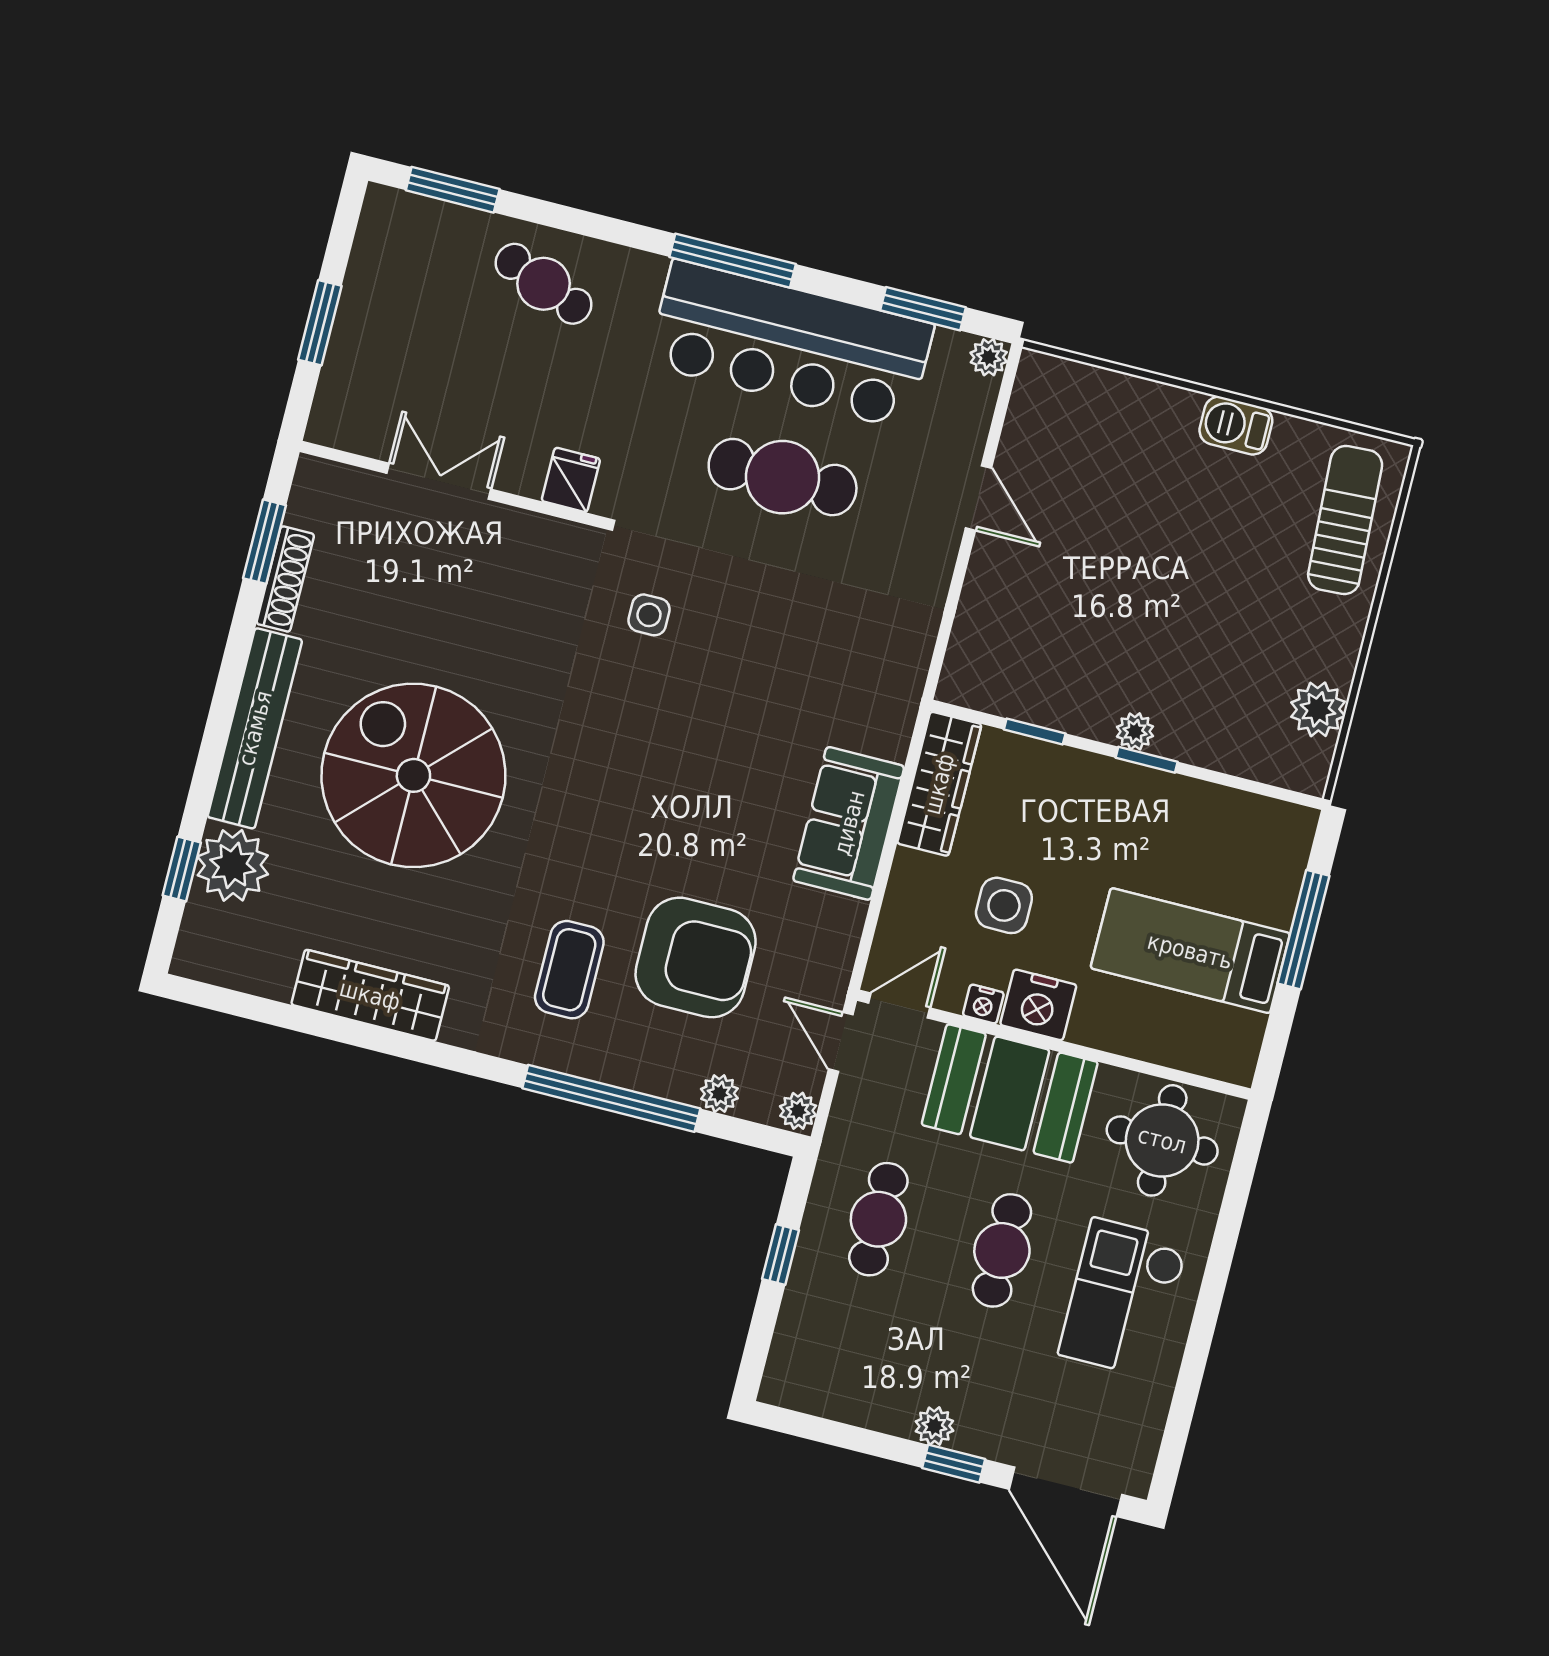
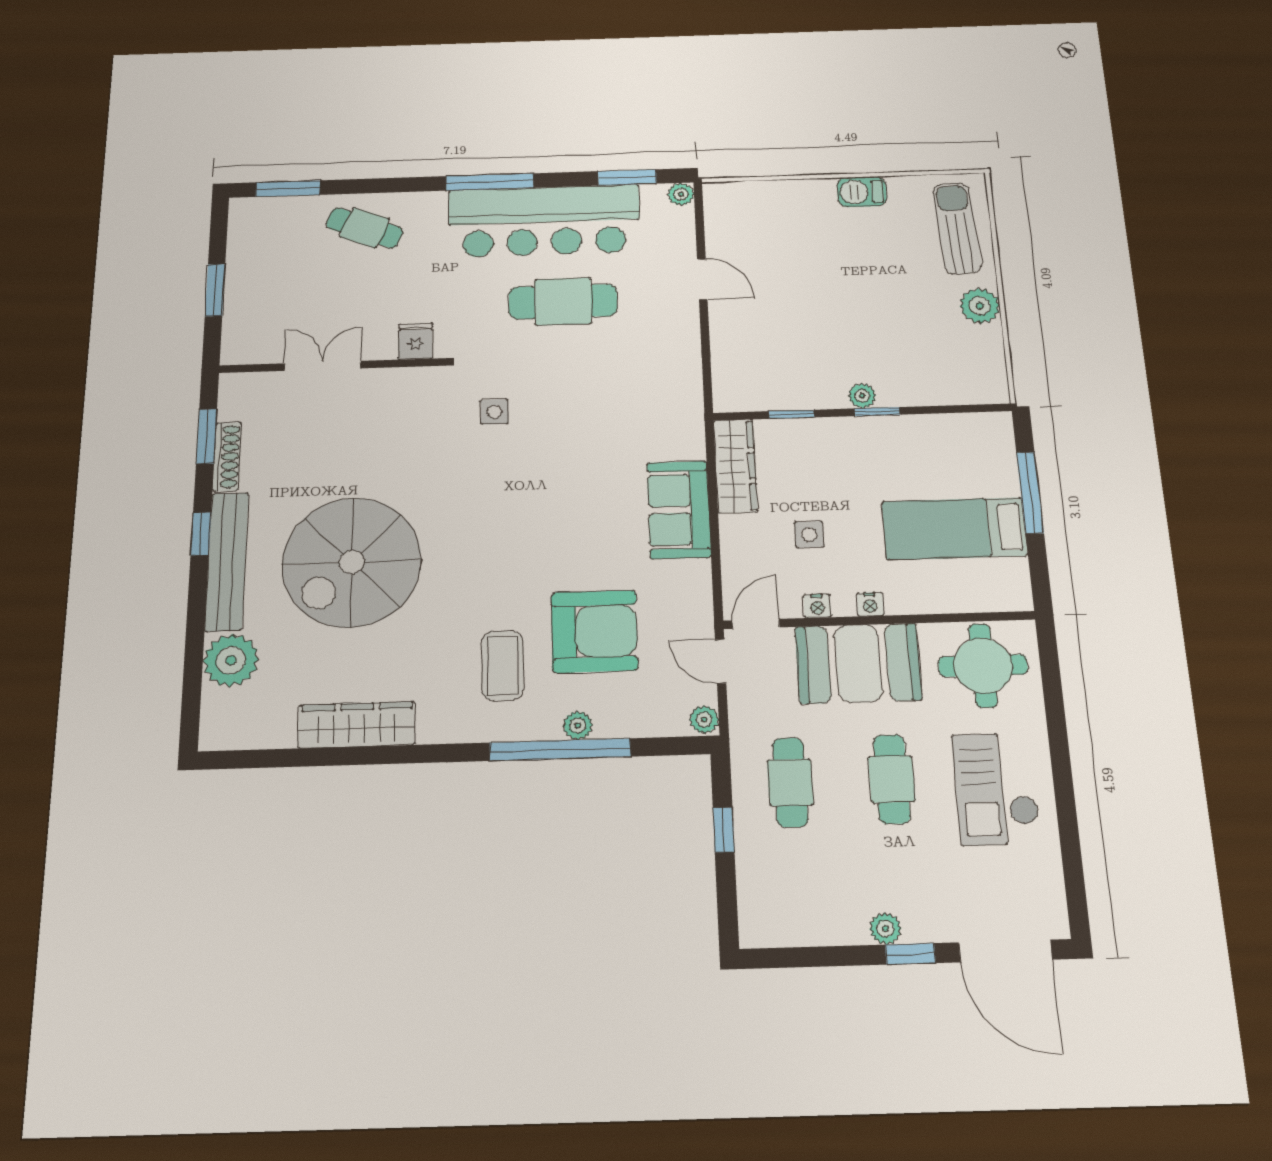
plant: (1318, 709) -> (980, 306), moved
spiral stairs: (413, 775) -> (352, 562), turned -90
window: (182, 869) -> (201, 534), moved
side table: (1004, 905) -> (809, 534), width x0.73, depth x0.73
nightstand: (1038, 1005) -> (870, 604), width x0.53, depth x0.56
plant: (719, 1094) -> (578, 725), moved

